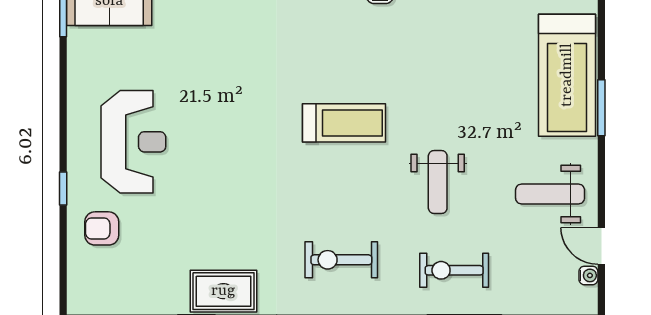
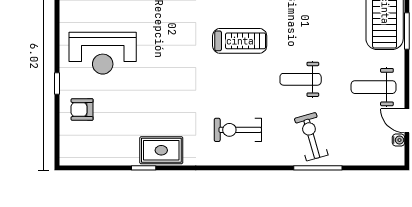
reception desk: (133, 142) -> (103, 53), turned 90
weight bench: (438, 182) -> (301, 79), turned 90
exercise bike: (454, 270) -> (311, 137), turned 74

